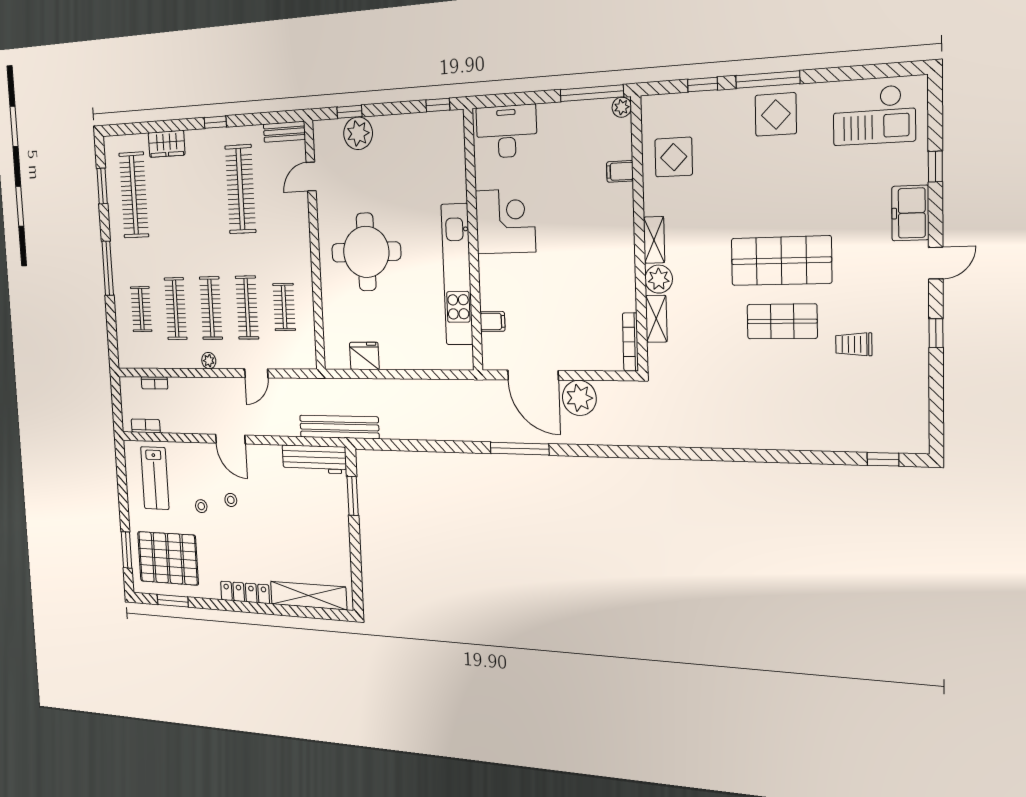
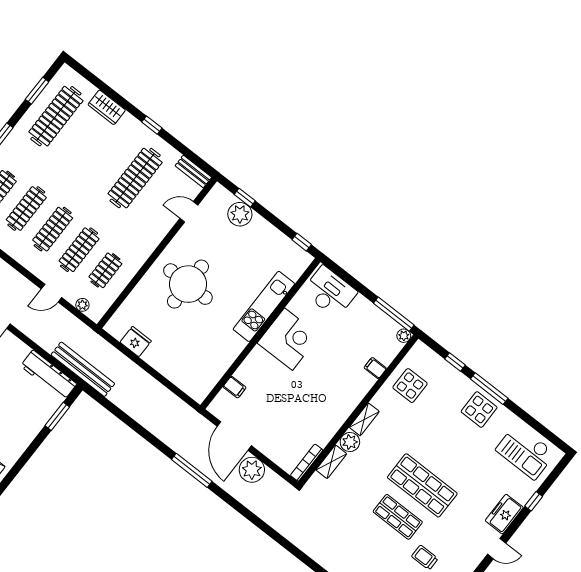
kitchen unit: (457, 275) -> (264, 306), moved, width x0.73
plant: (209, 361) -> (82, 305), moved

